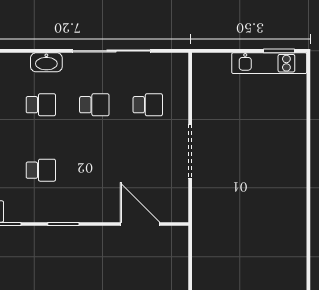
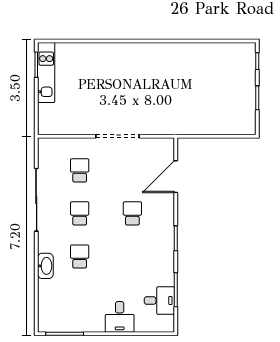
washbasin: (46, 62) -> (45, 266), moved
school desk: (41, 170) -> (132, 213), moved

